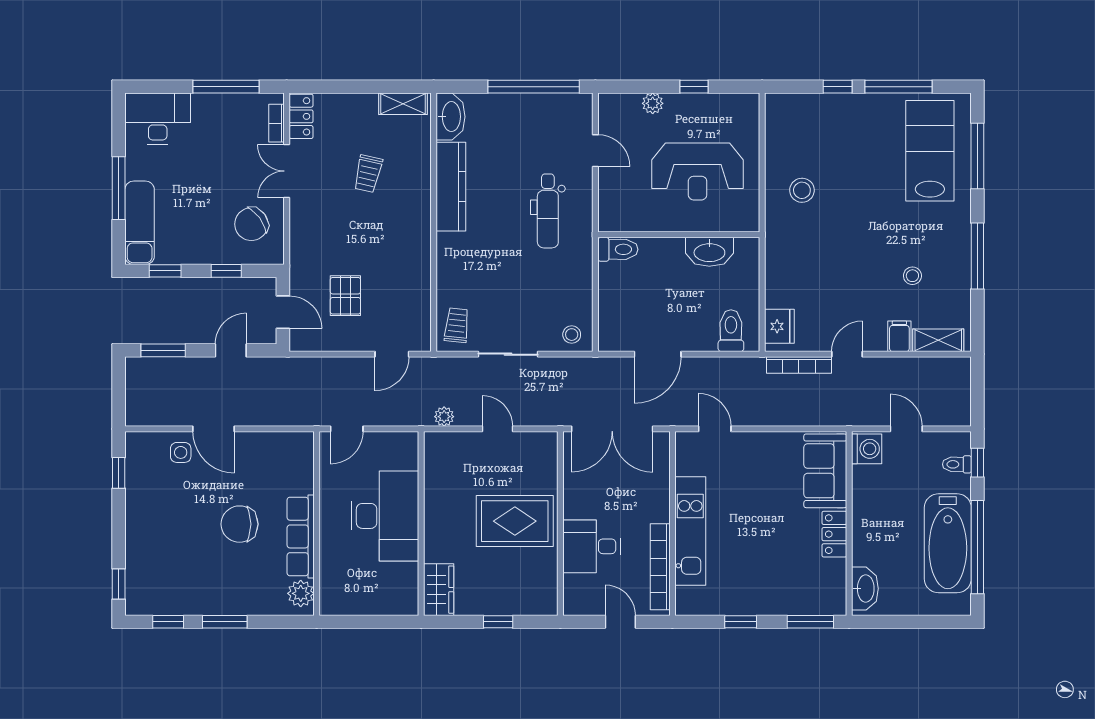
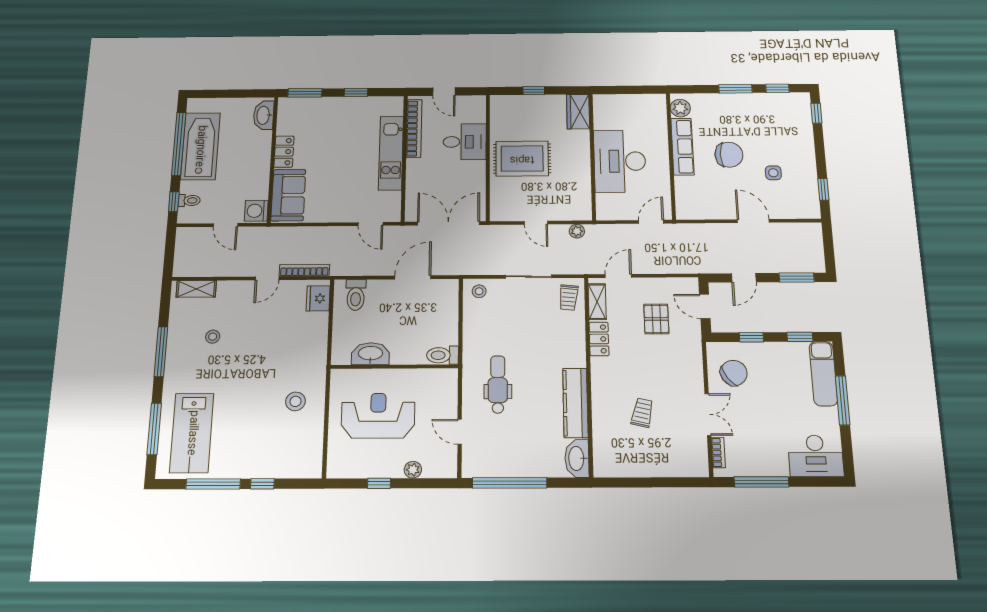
shelving: (403, 104) -> (597, 302), moved, turned 90
locker: (301, 116) -> (599, 339), moved, turned 180
filing cabinet: (899, 336) -> (226, 292), removed
side table: (181, 452) -> (773, 173), moved

